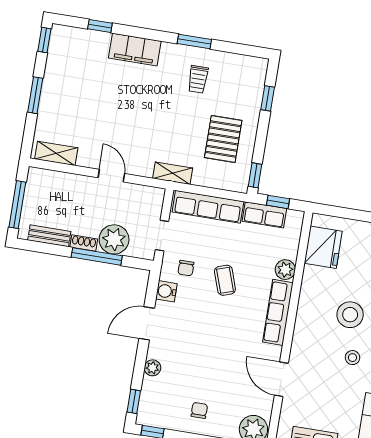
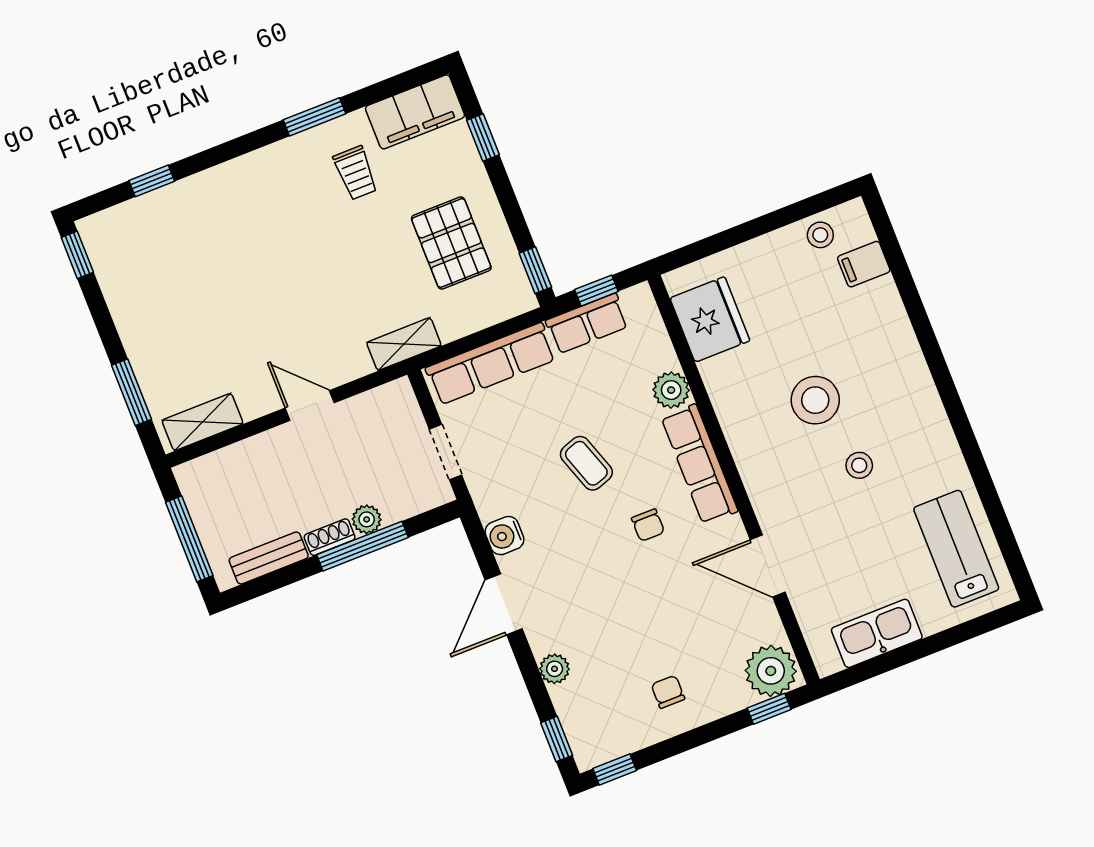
filing cabinet: (135, 50) -> (415, 112), moved
window: (35, 95) -> (131, 392), moved
plant: (114, 239) -> (367, 519), width x0.53, depth x0.53
chair: (186, 268) -> (648, 525), moved

